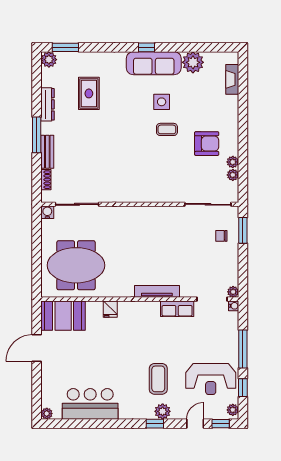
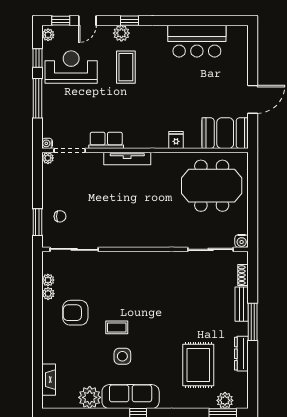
plant: (49, 60) -> (225, 400), moved
rug: (89, 93) -> (198, 365), width x1.36, depth x1.43
plant: (47, 414) -> (242, 31), removed

